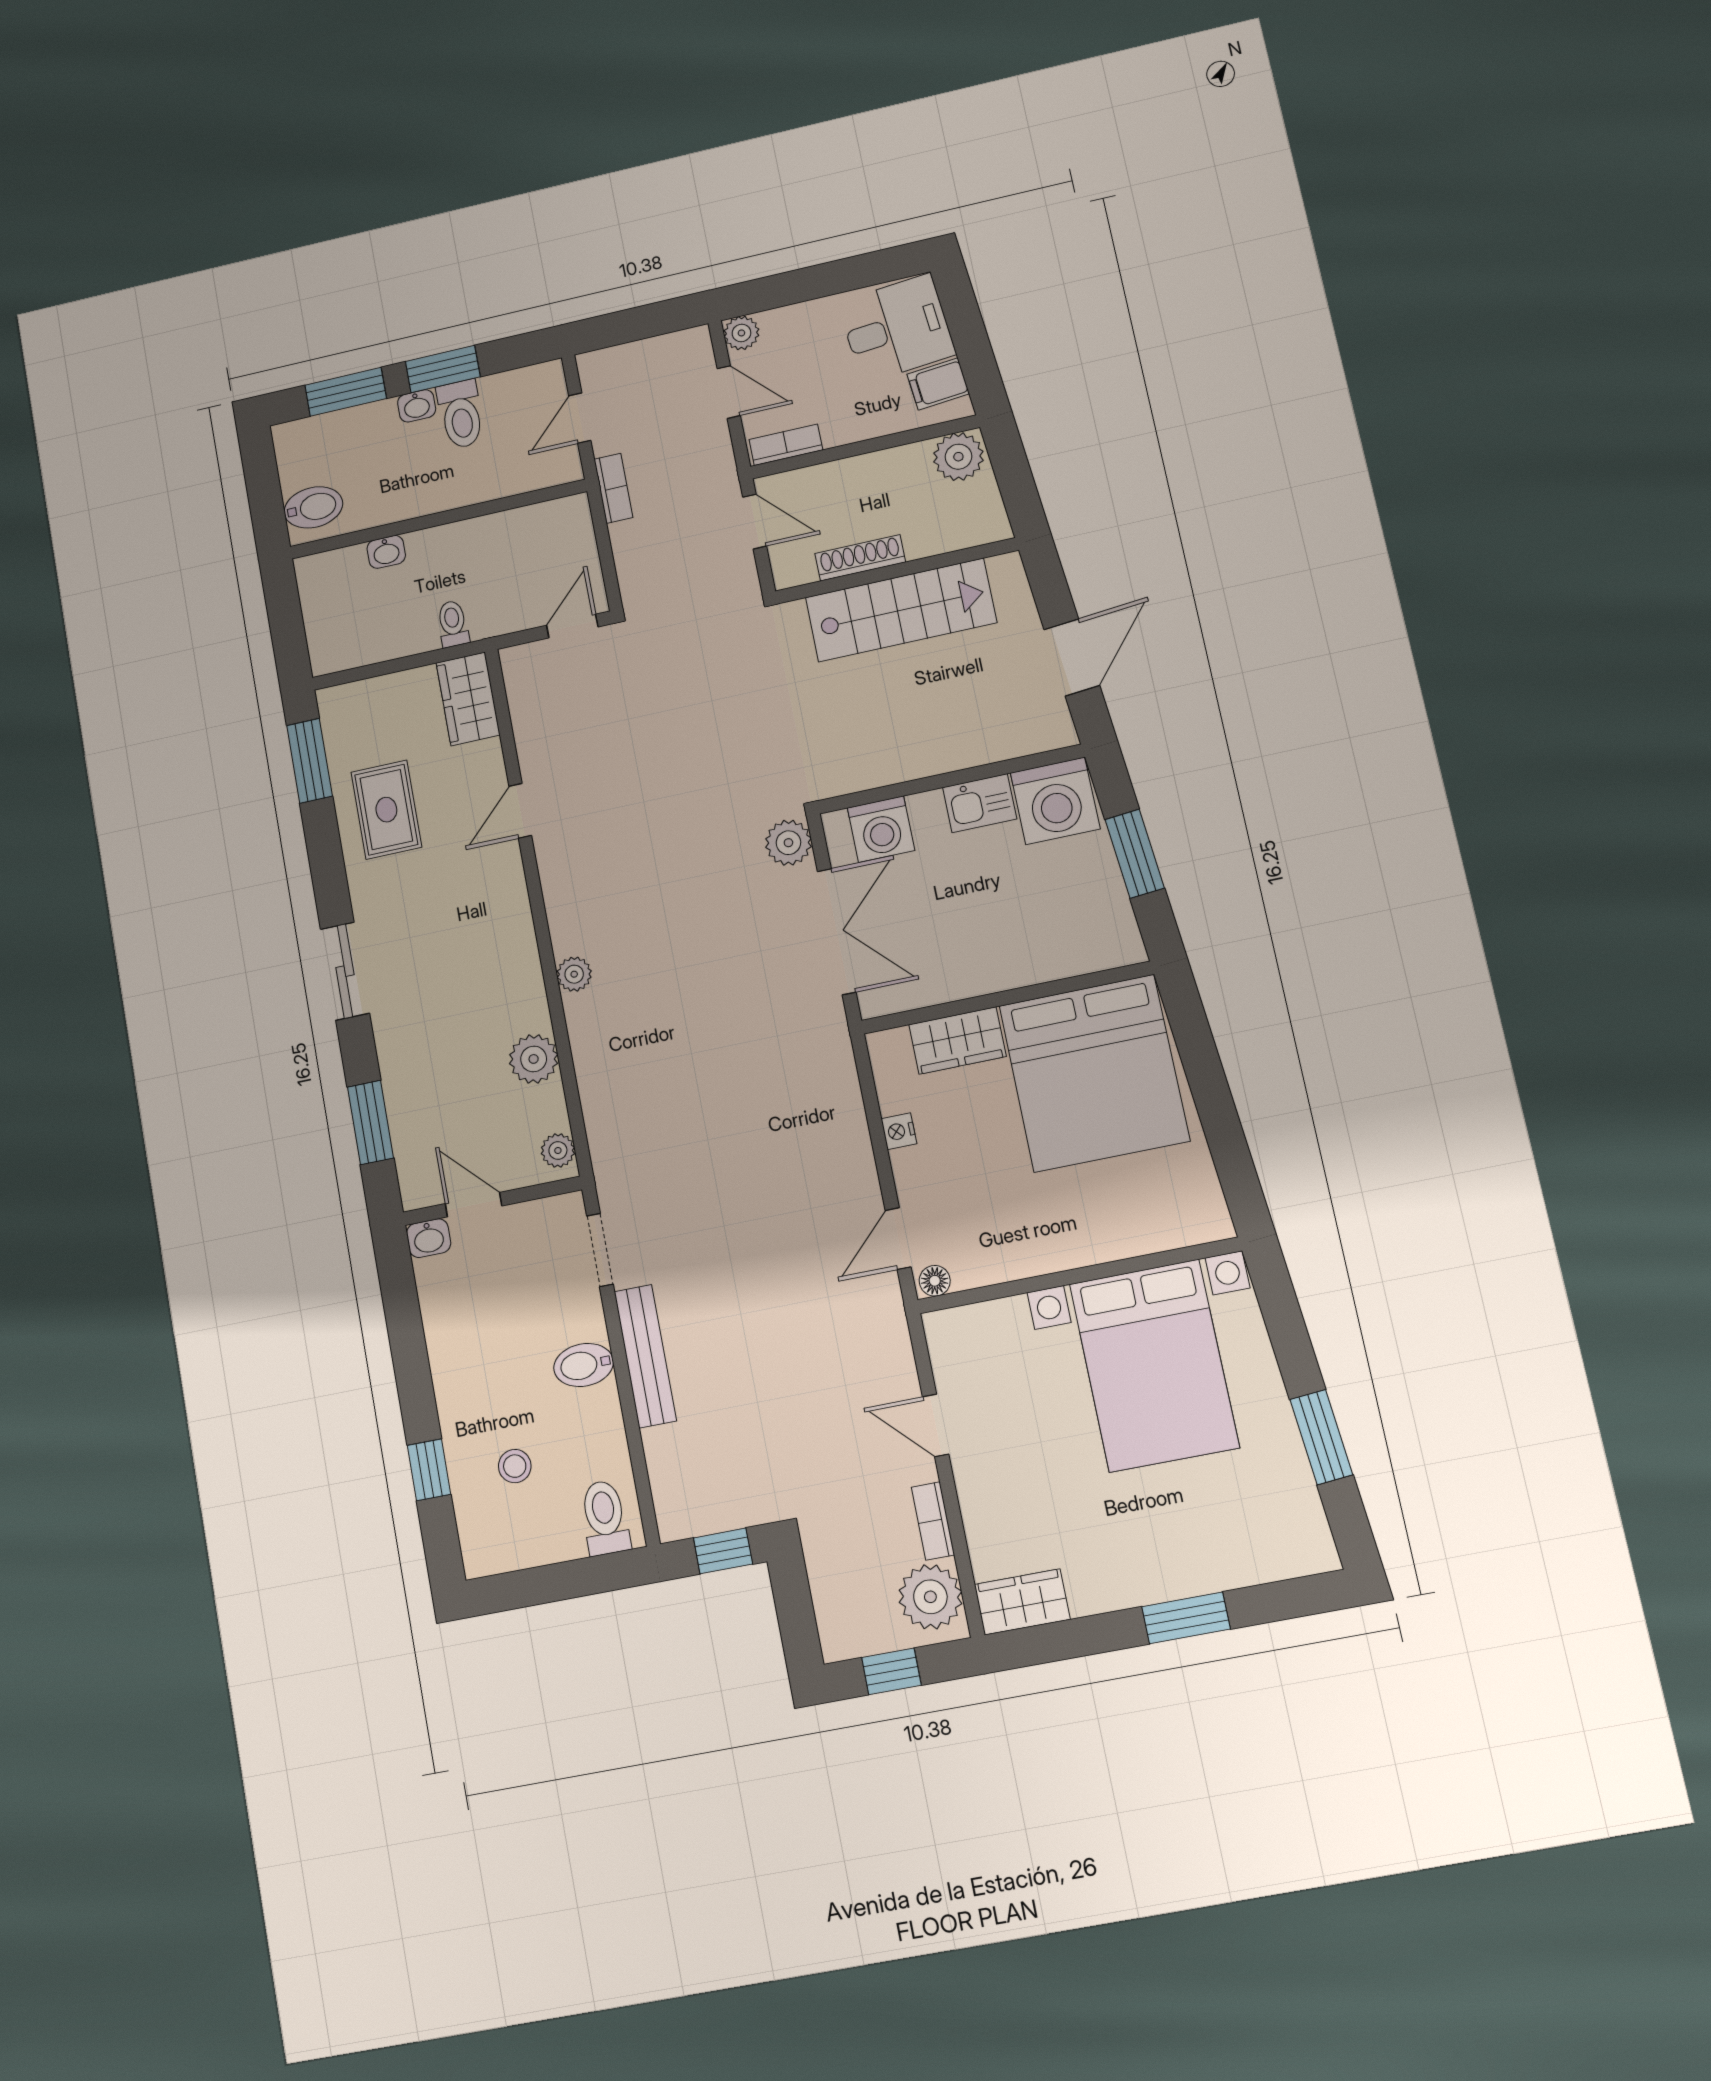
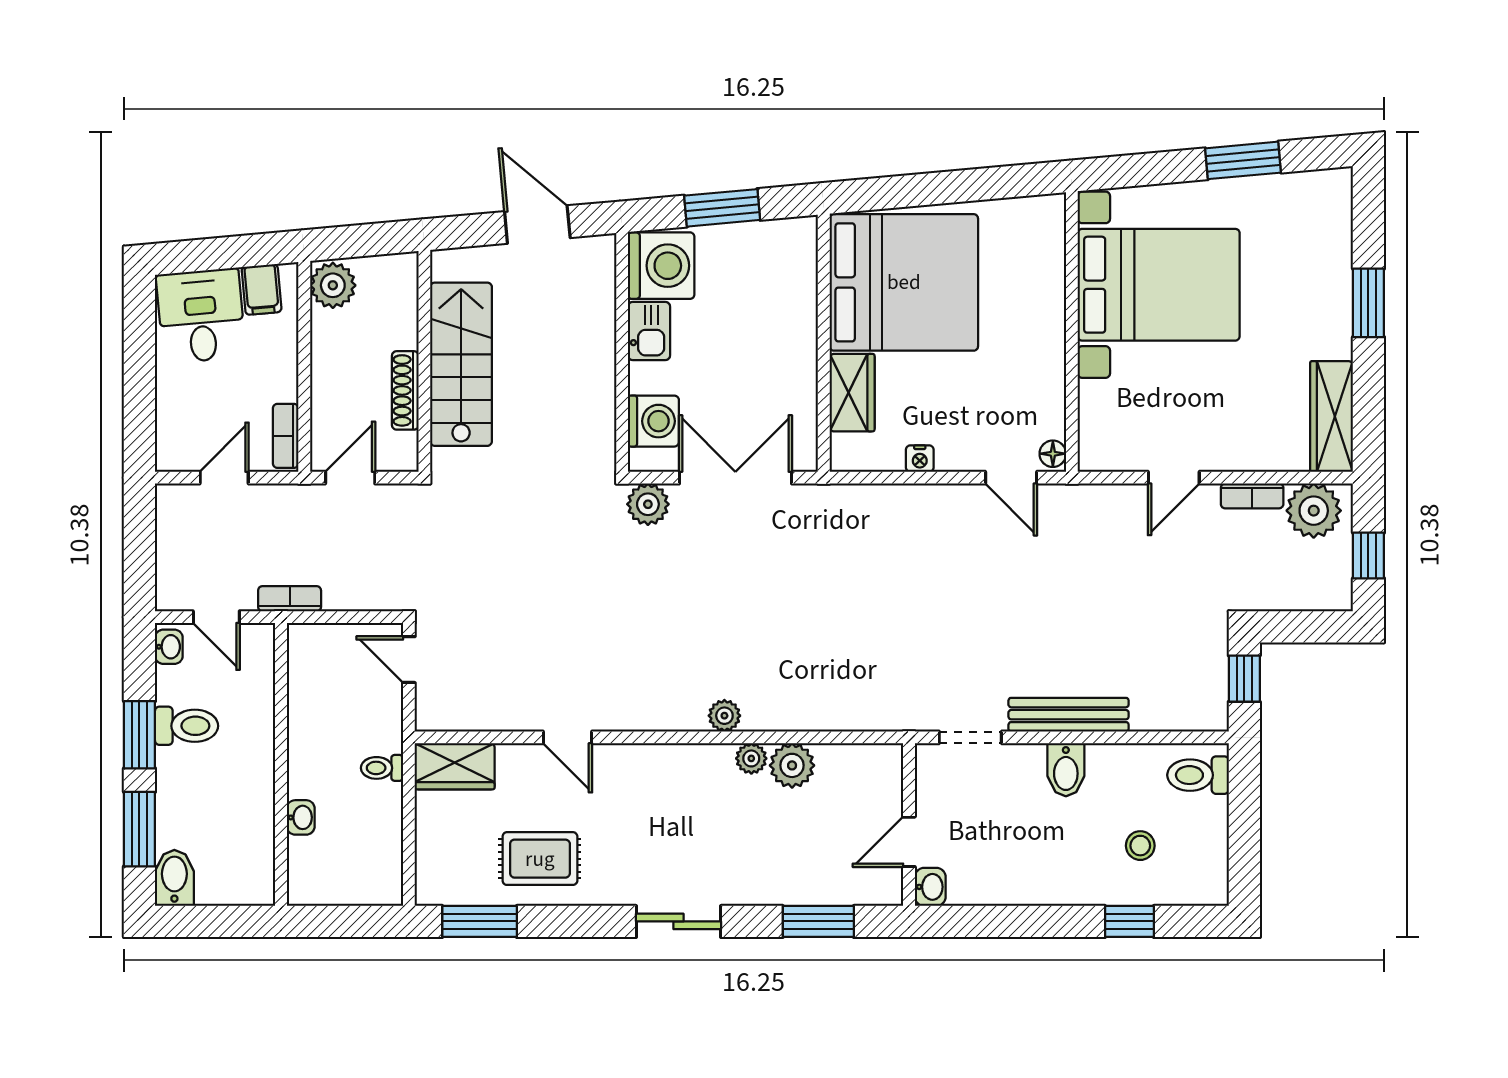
plant: (741, 333) -> (171, 455), removed
washbasin: (417, 406) -> (169, 647), moved
bidet: (313, 507) -> (174, 878), moved
plant: (558, 1151) -> (751, 758), moved
wardrobe: (1022, 1602) -> (1332, 416), width x1.50

